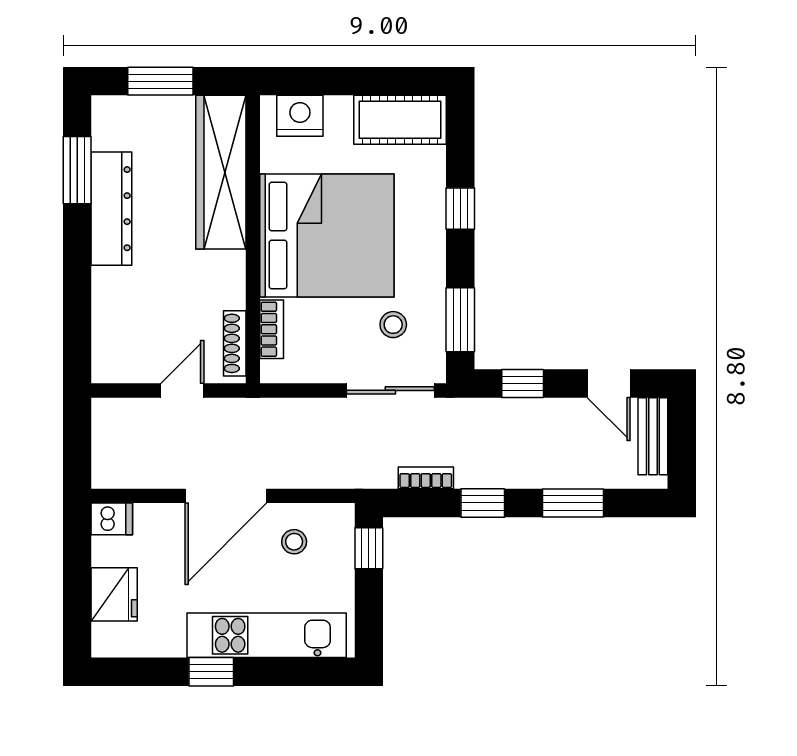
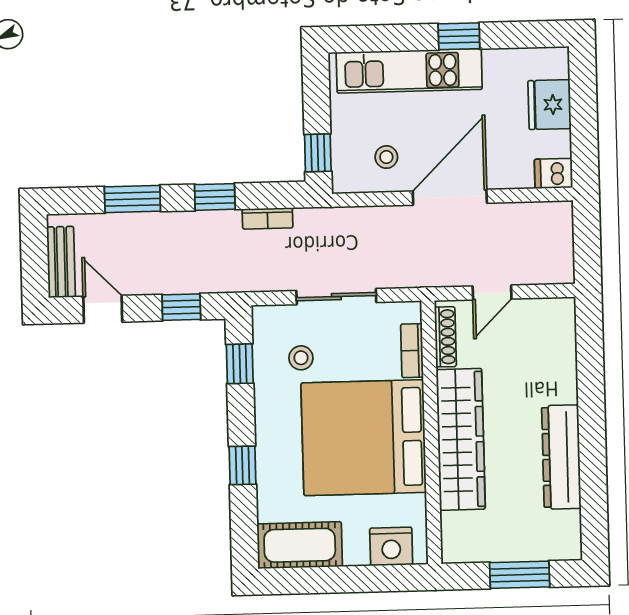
window: (77, 170) -> (594, 491), removed
wardrobe: (221, 172) -> (461, 439), moved
window: (460, 320) -> (240, 364), width x0.67
sliding door: (390, 390) -> (336, 297), moved

